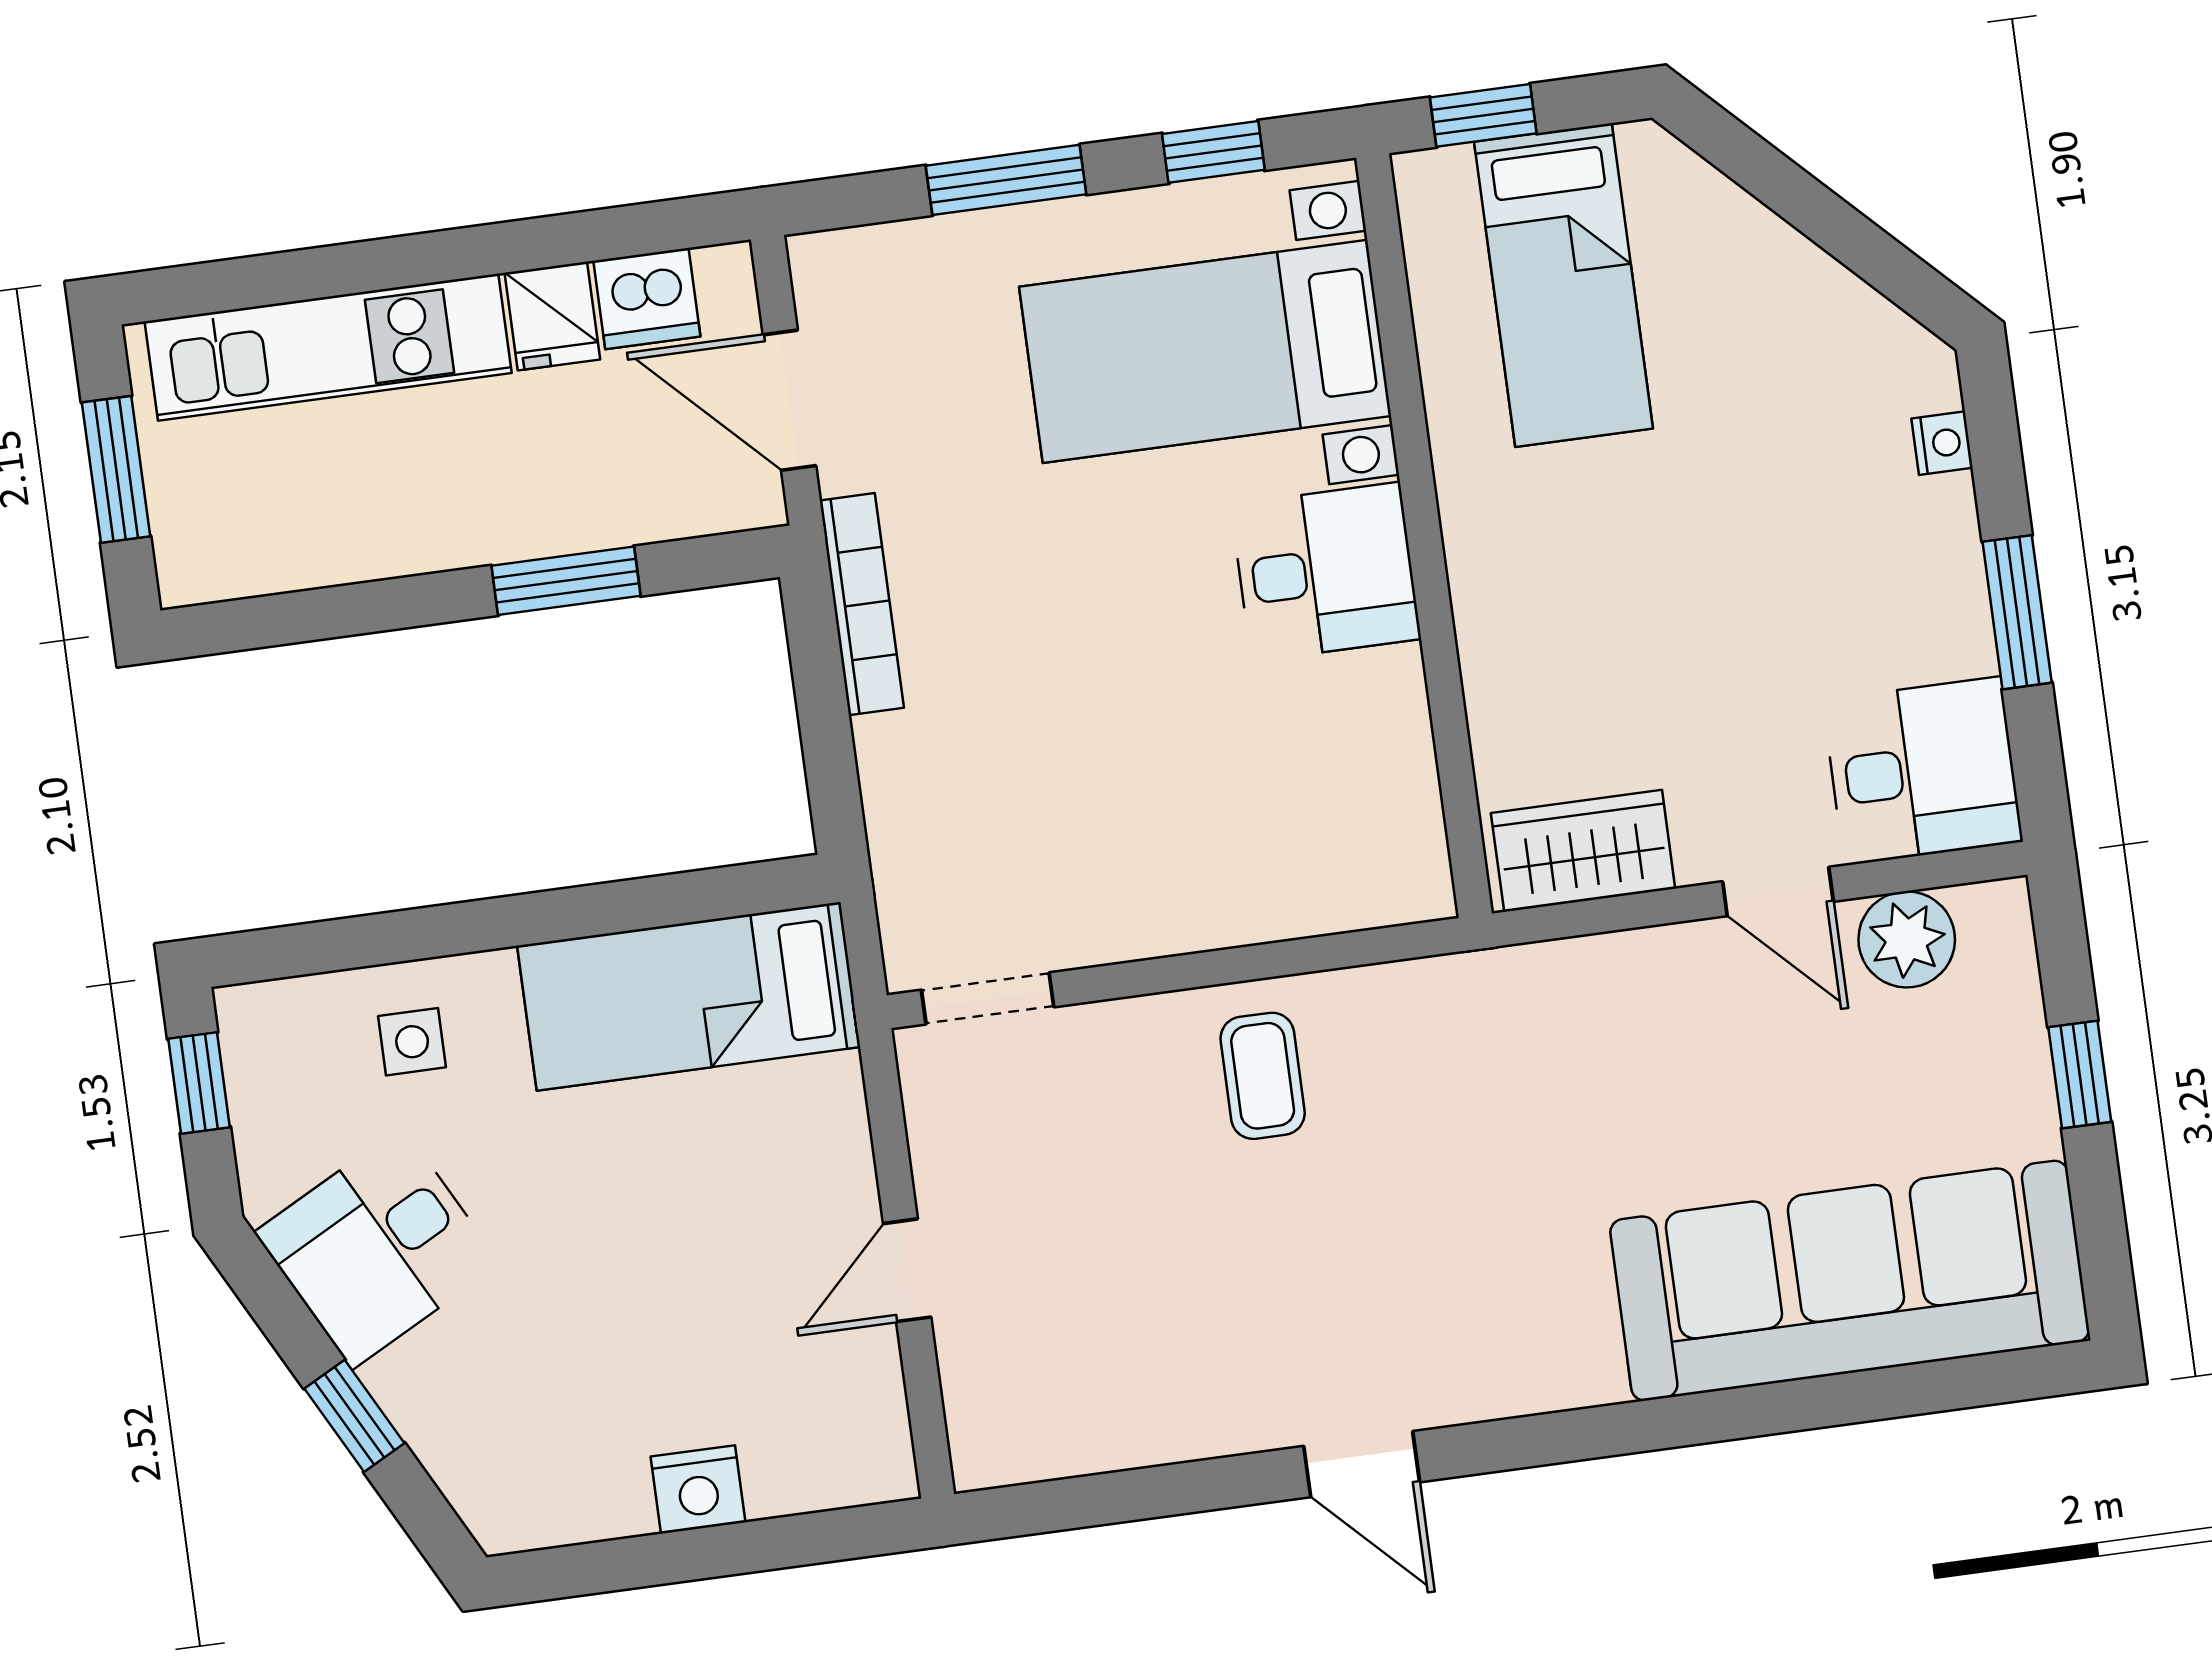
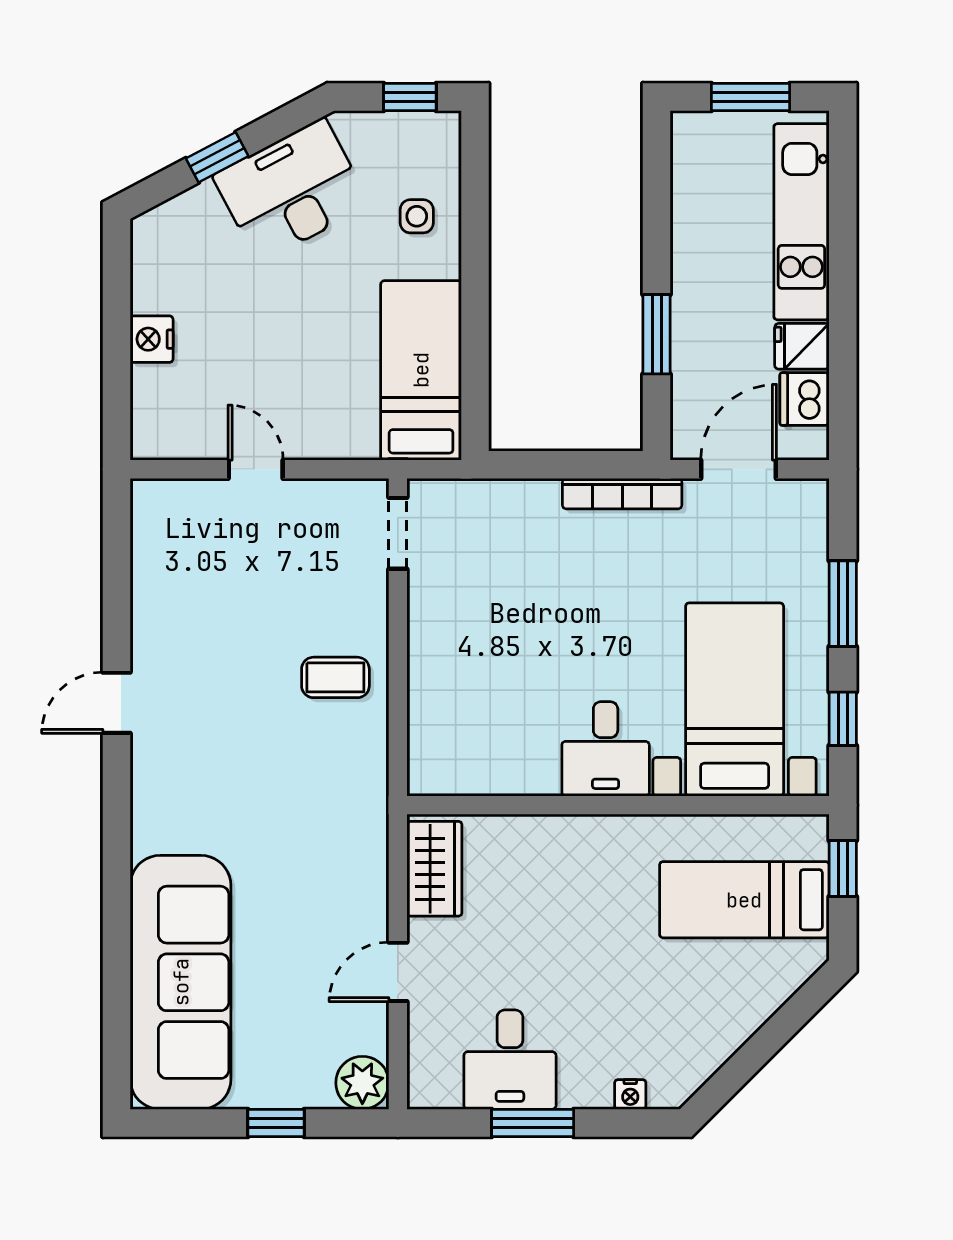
desk: (1923, 771) -> (510, 1060), moved
plant: (1907, 939) -> (362, 1083), moved
desk: (377, 1248) -> (291, 190), width x1.37

